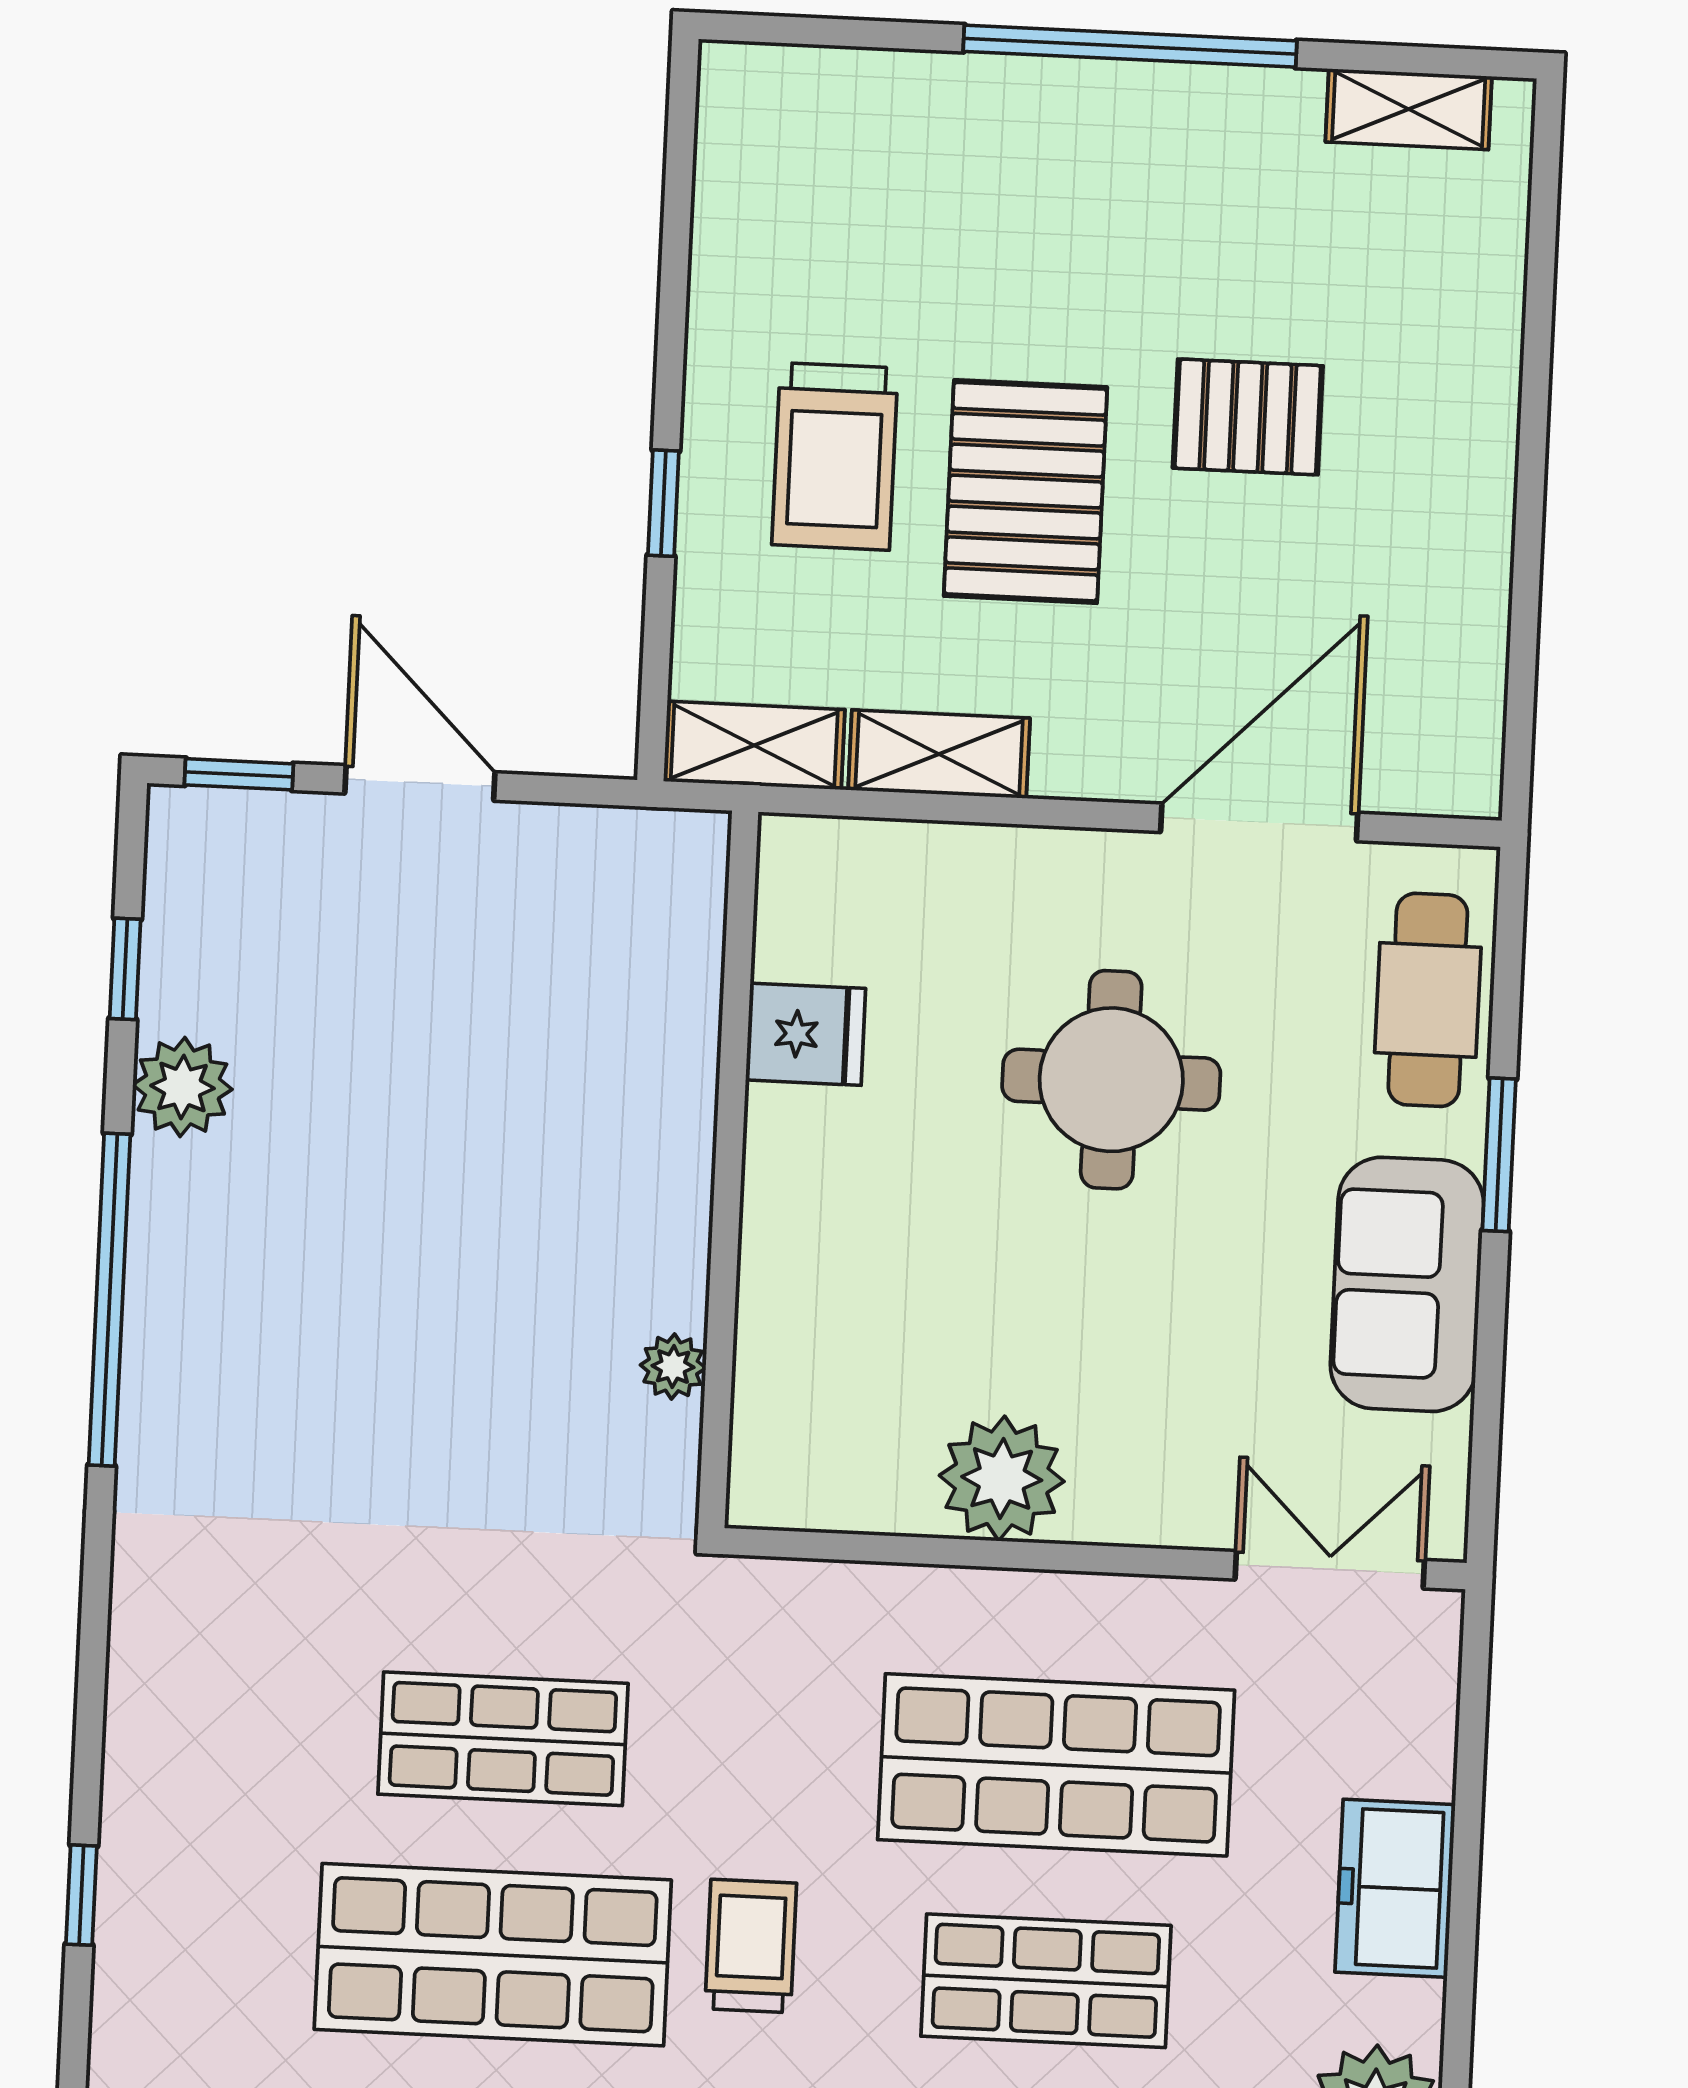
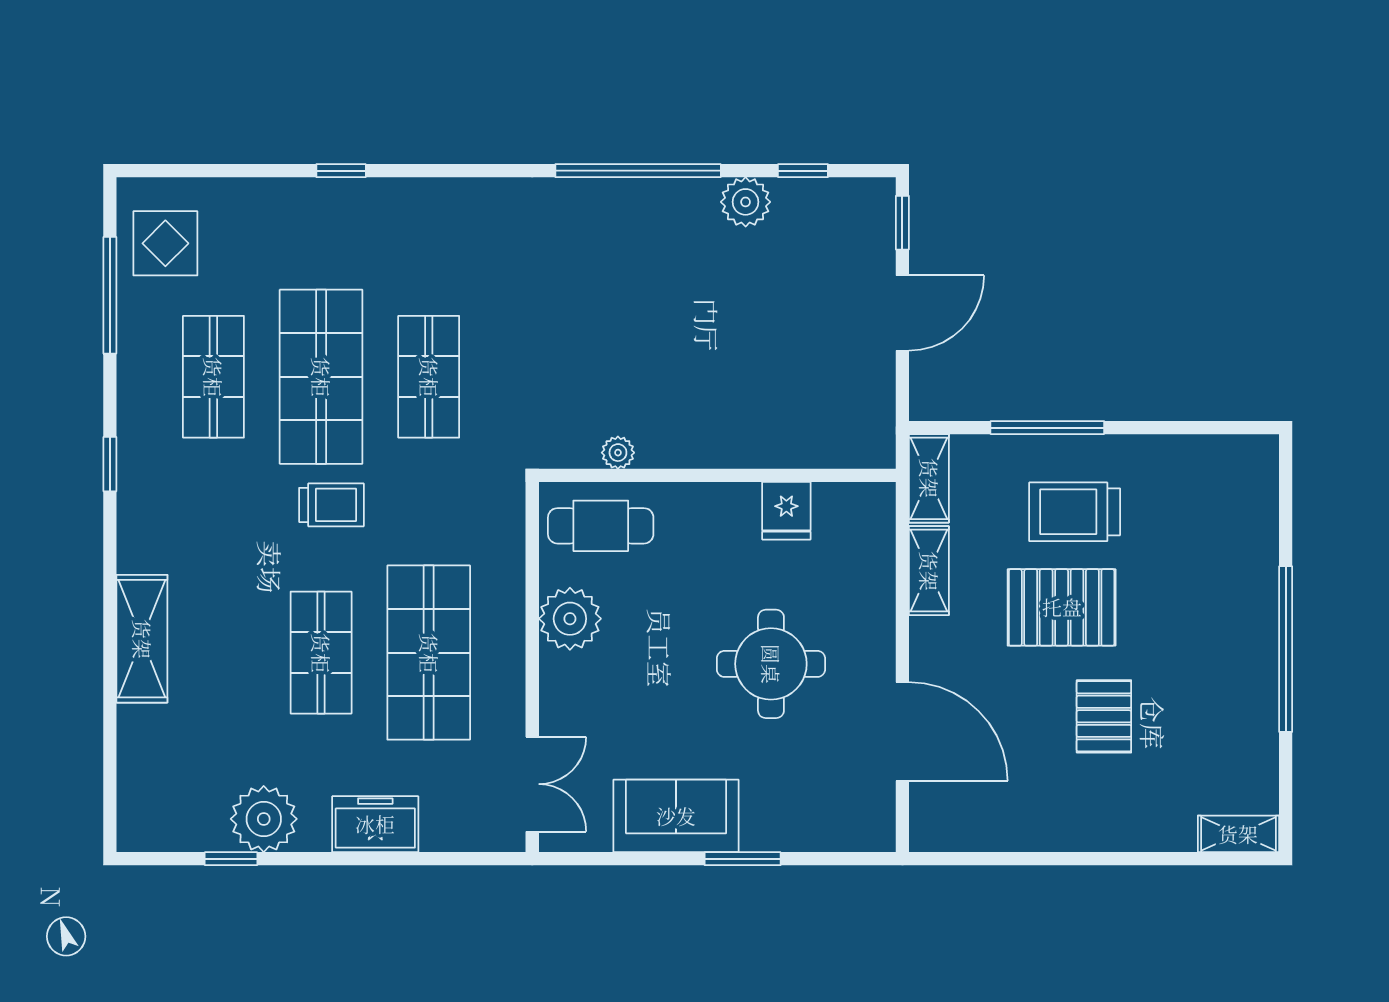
shelving: (1409, 109) -> (1238, 834), moved, turned 90
window: (663, 503) -> (1047, 428), width x2.17
cafe table: (1428, 1000) -> (601, 526), moved

